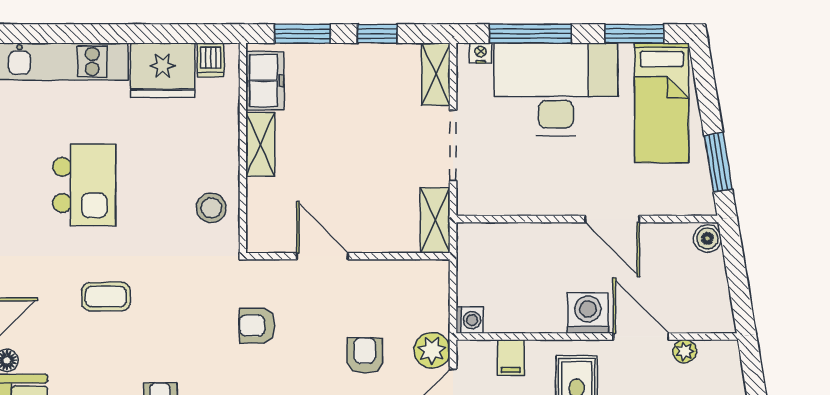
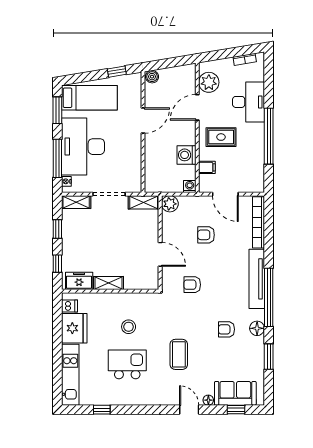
window: (302, 34) -> (57, 264), width x0.67
window: (718, 162) -> (117, 72), width x0.67
stool: (211, 208) -> (129, 327), moved
door: (323, 256) -> (160, 254), swing flipped
coffee table: (106, 297) -> (179, 354), width x1.36, depth x1.30
washing machine: (588, 313) -> (186, 155), moved
armchair: (257, 326) -> (192, 285), turned 90
plant: (432, 350) -> (170, 204), moved
plant: (685, 351) -> (209, 82), width x1.87, depth x1.87

